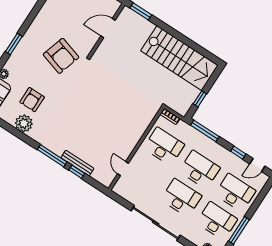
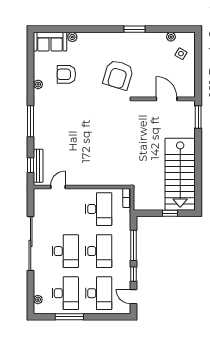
window: (14, 44) -> (134, 29), moved
window: (200, 99) -> (170, 213), moved
plant: (24, 123) -> (38, 84), width x0.53, depth x0.53
window: (205, 131) -> (133, 245), moved
bench: (77, 163) -> (38, 166), moved
window: (77, 172) -> (31, 165), moved

